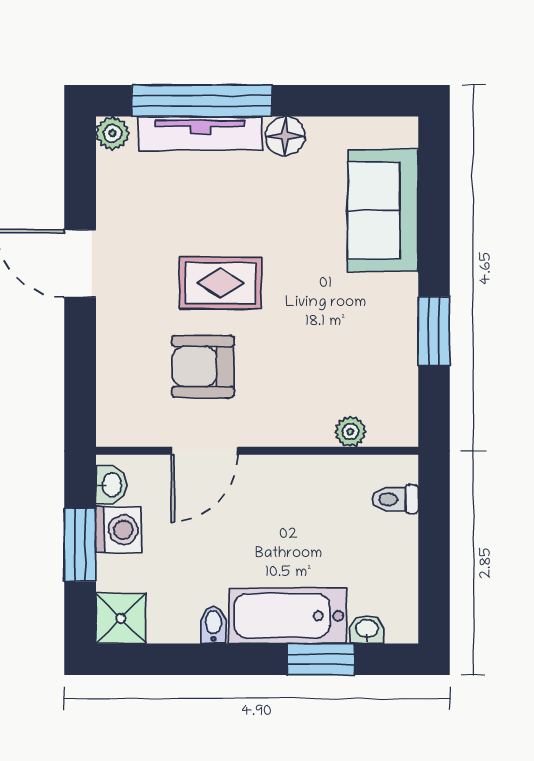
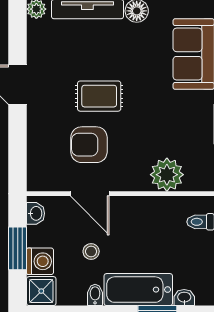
plant: (350, 432) -> (167, 175), width x1.87, depth x1.87
door: (204, 451) -> (90, 194), hinge flipped
washing machine: (119, 530) -> (40, 261), moved
stool: (207, 550) -> (91, 251), added

